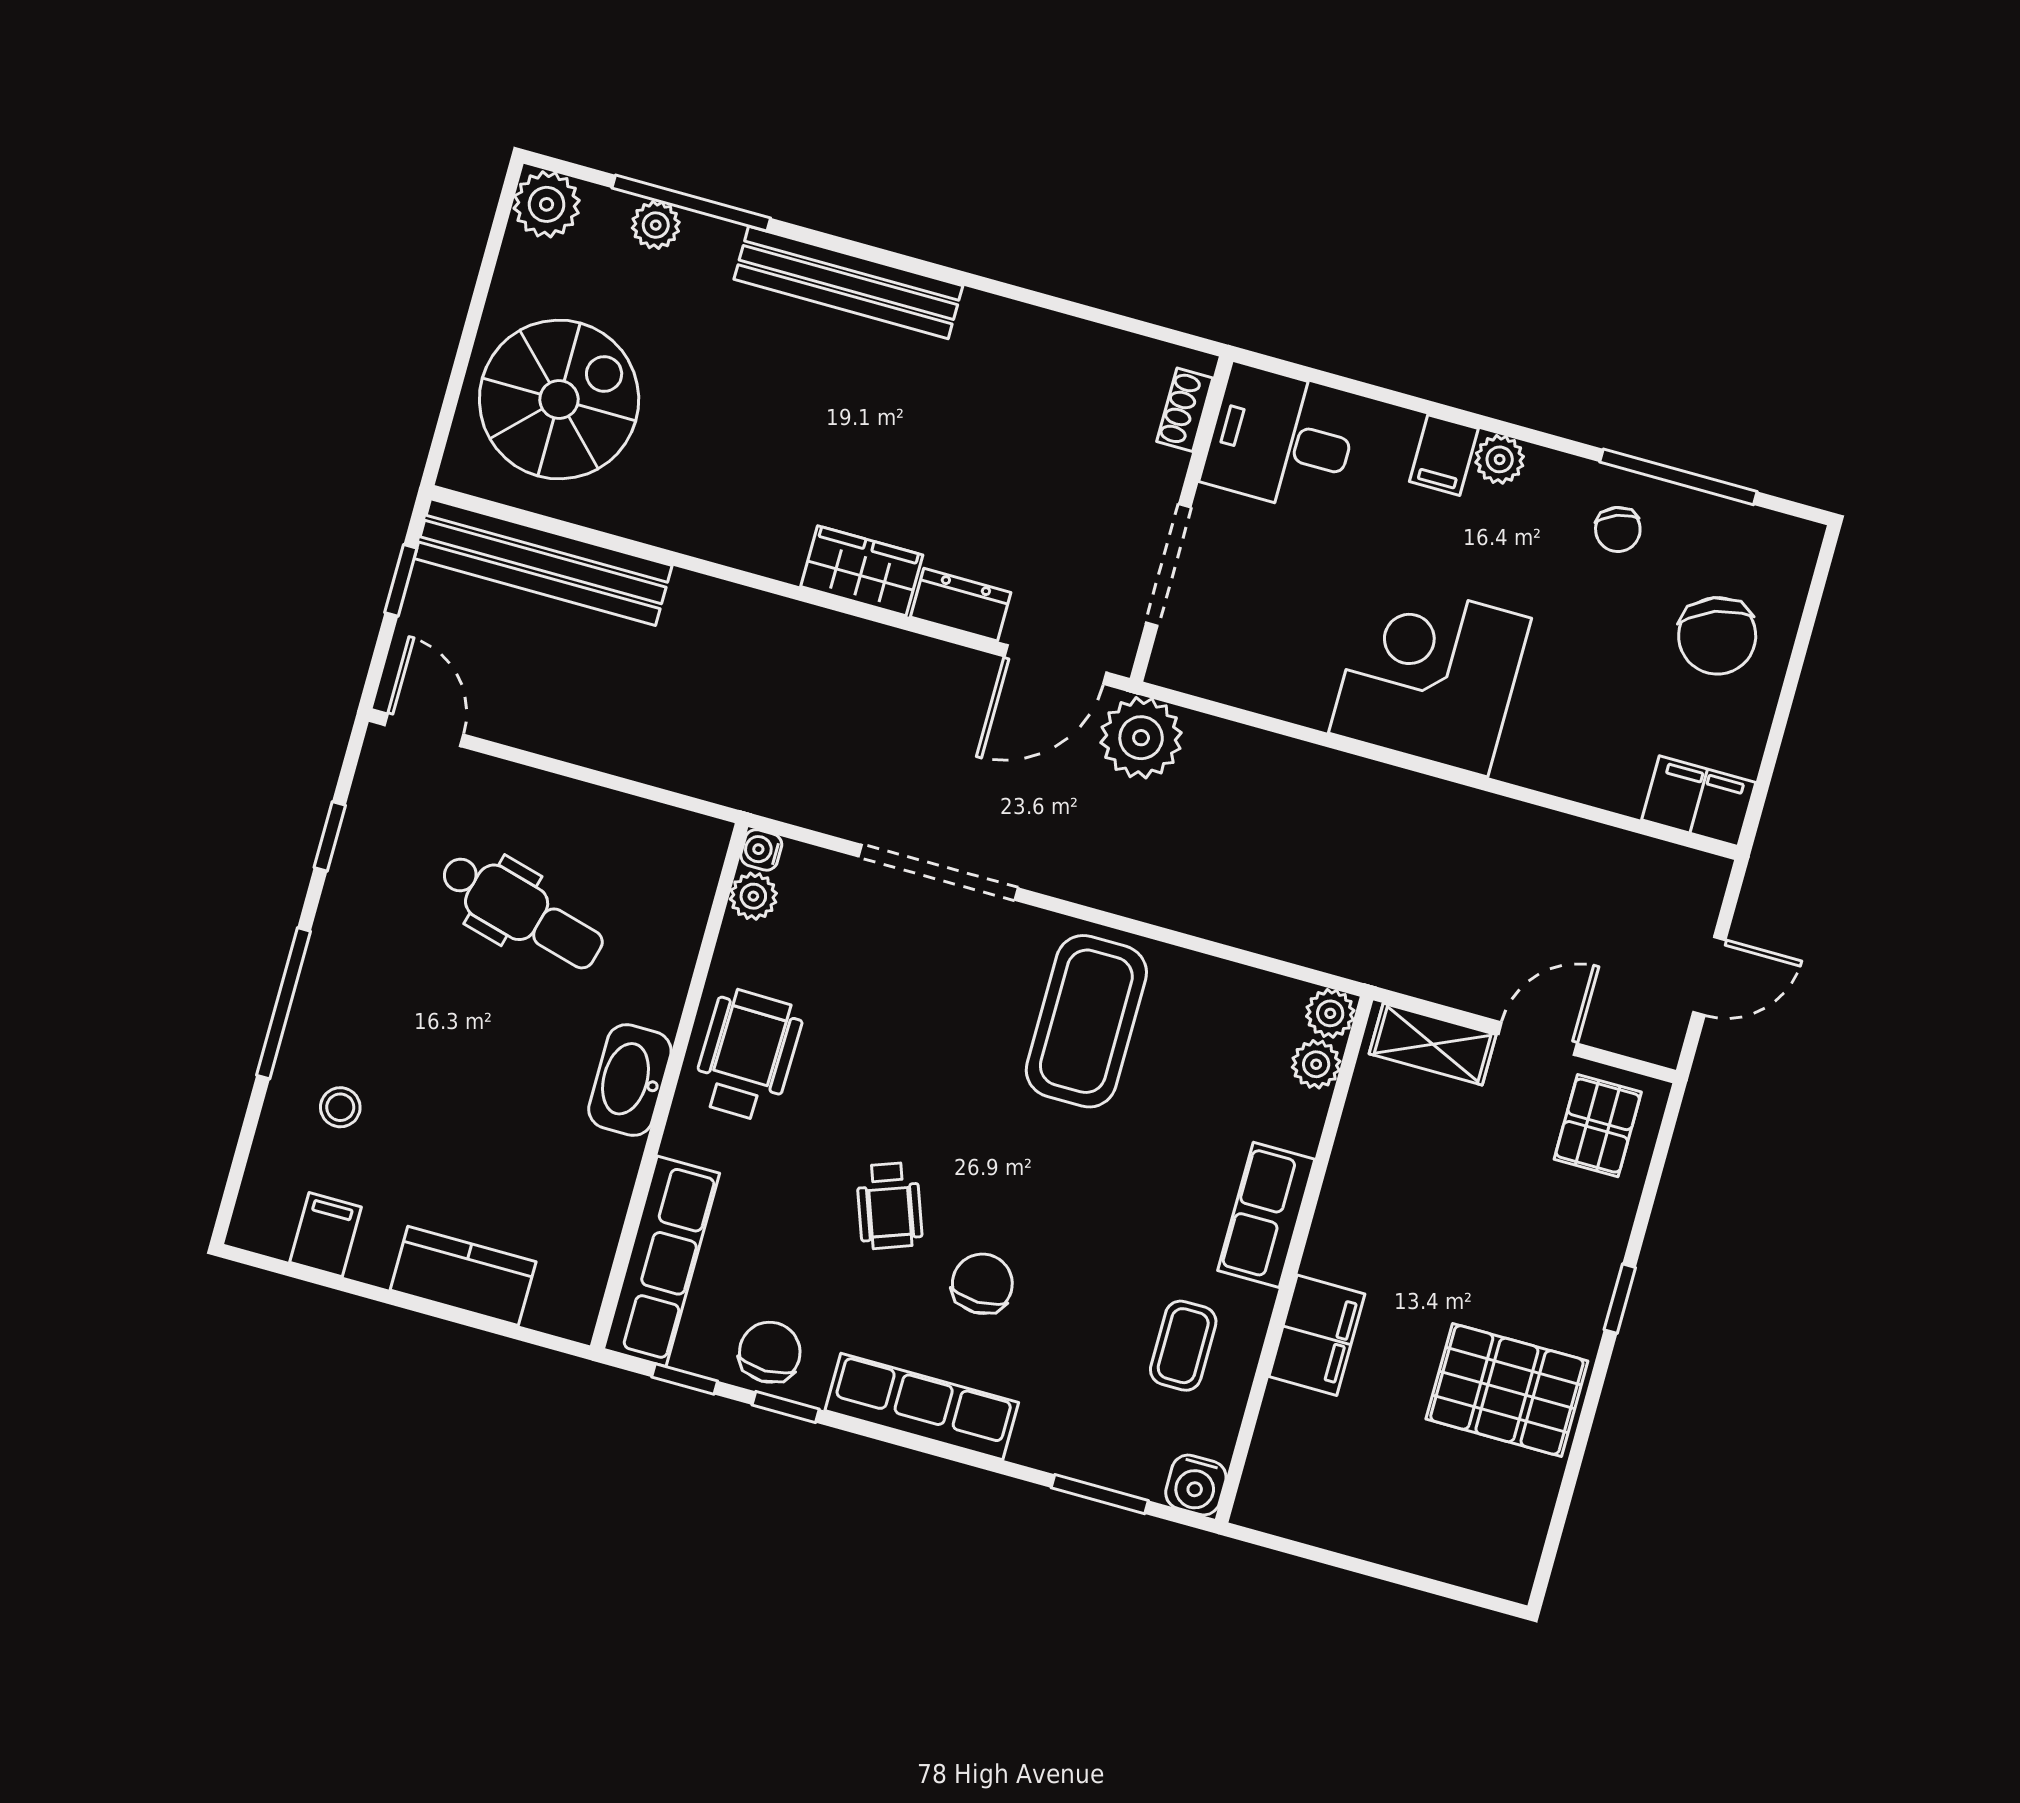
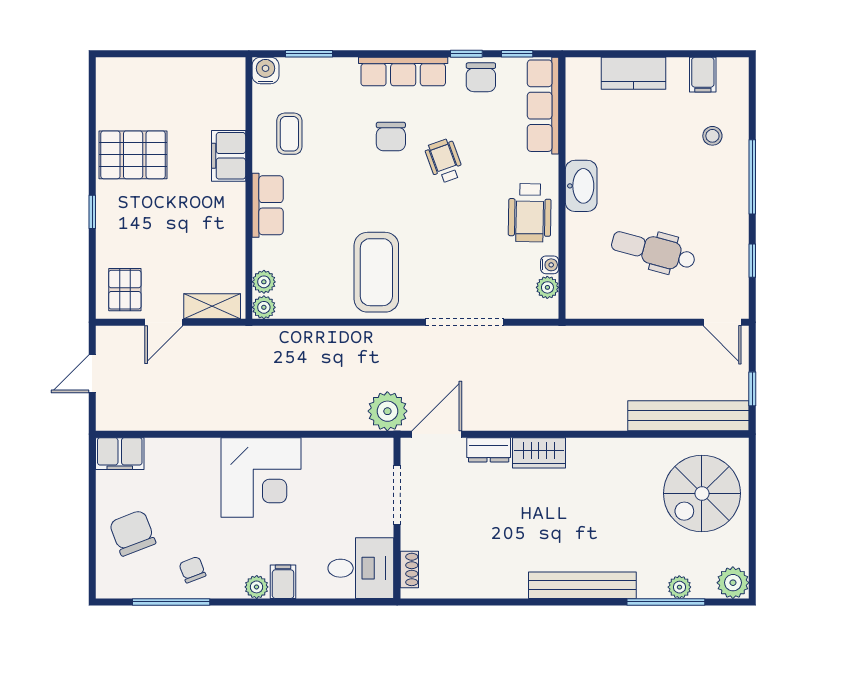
water cooler: (761, 850) -> (550, 265), moved

